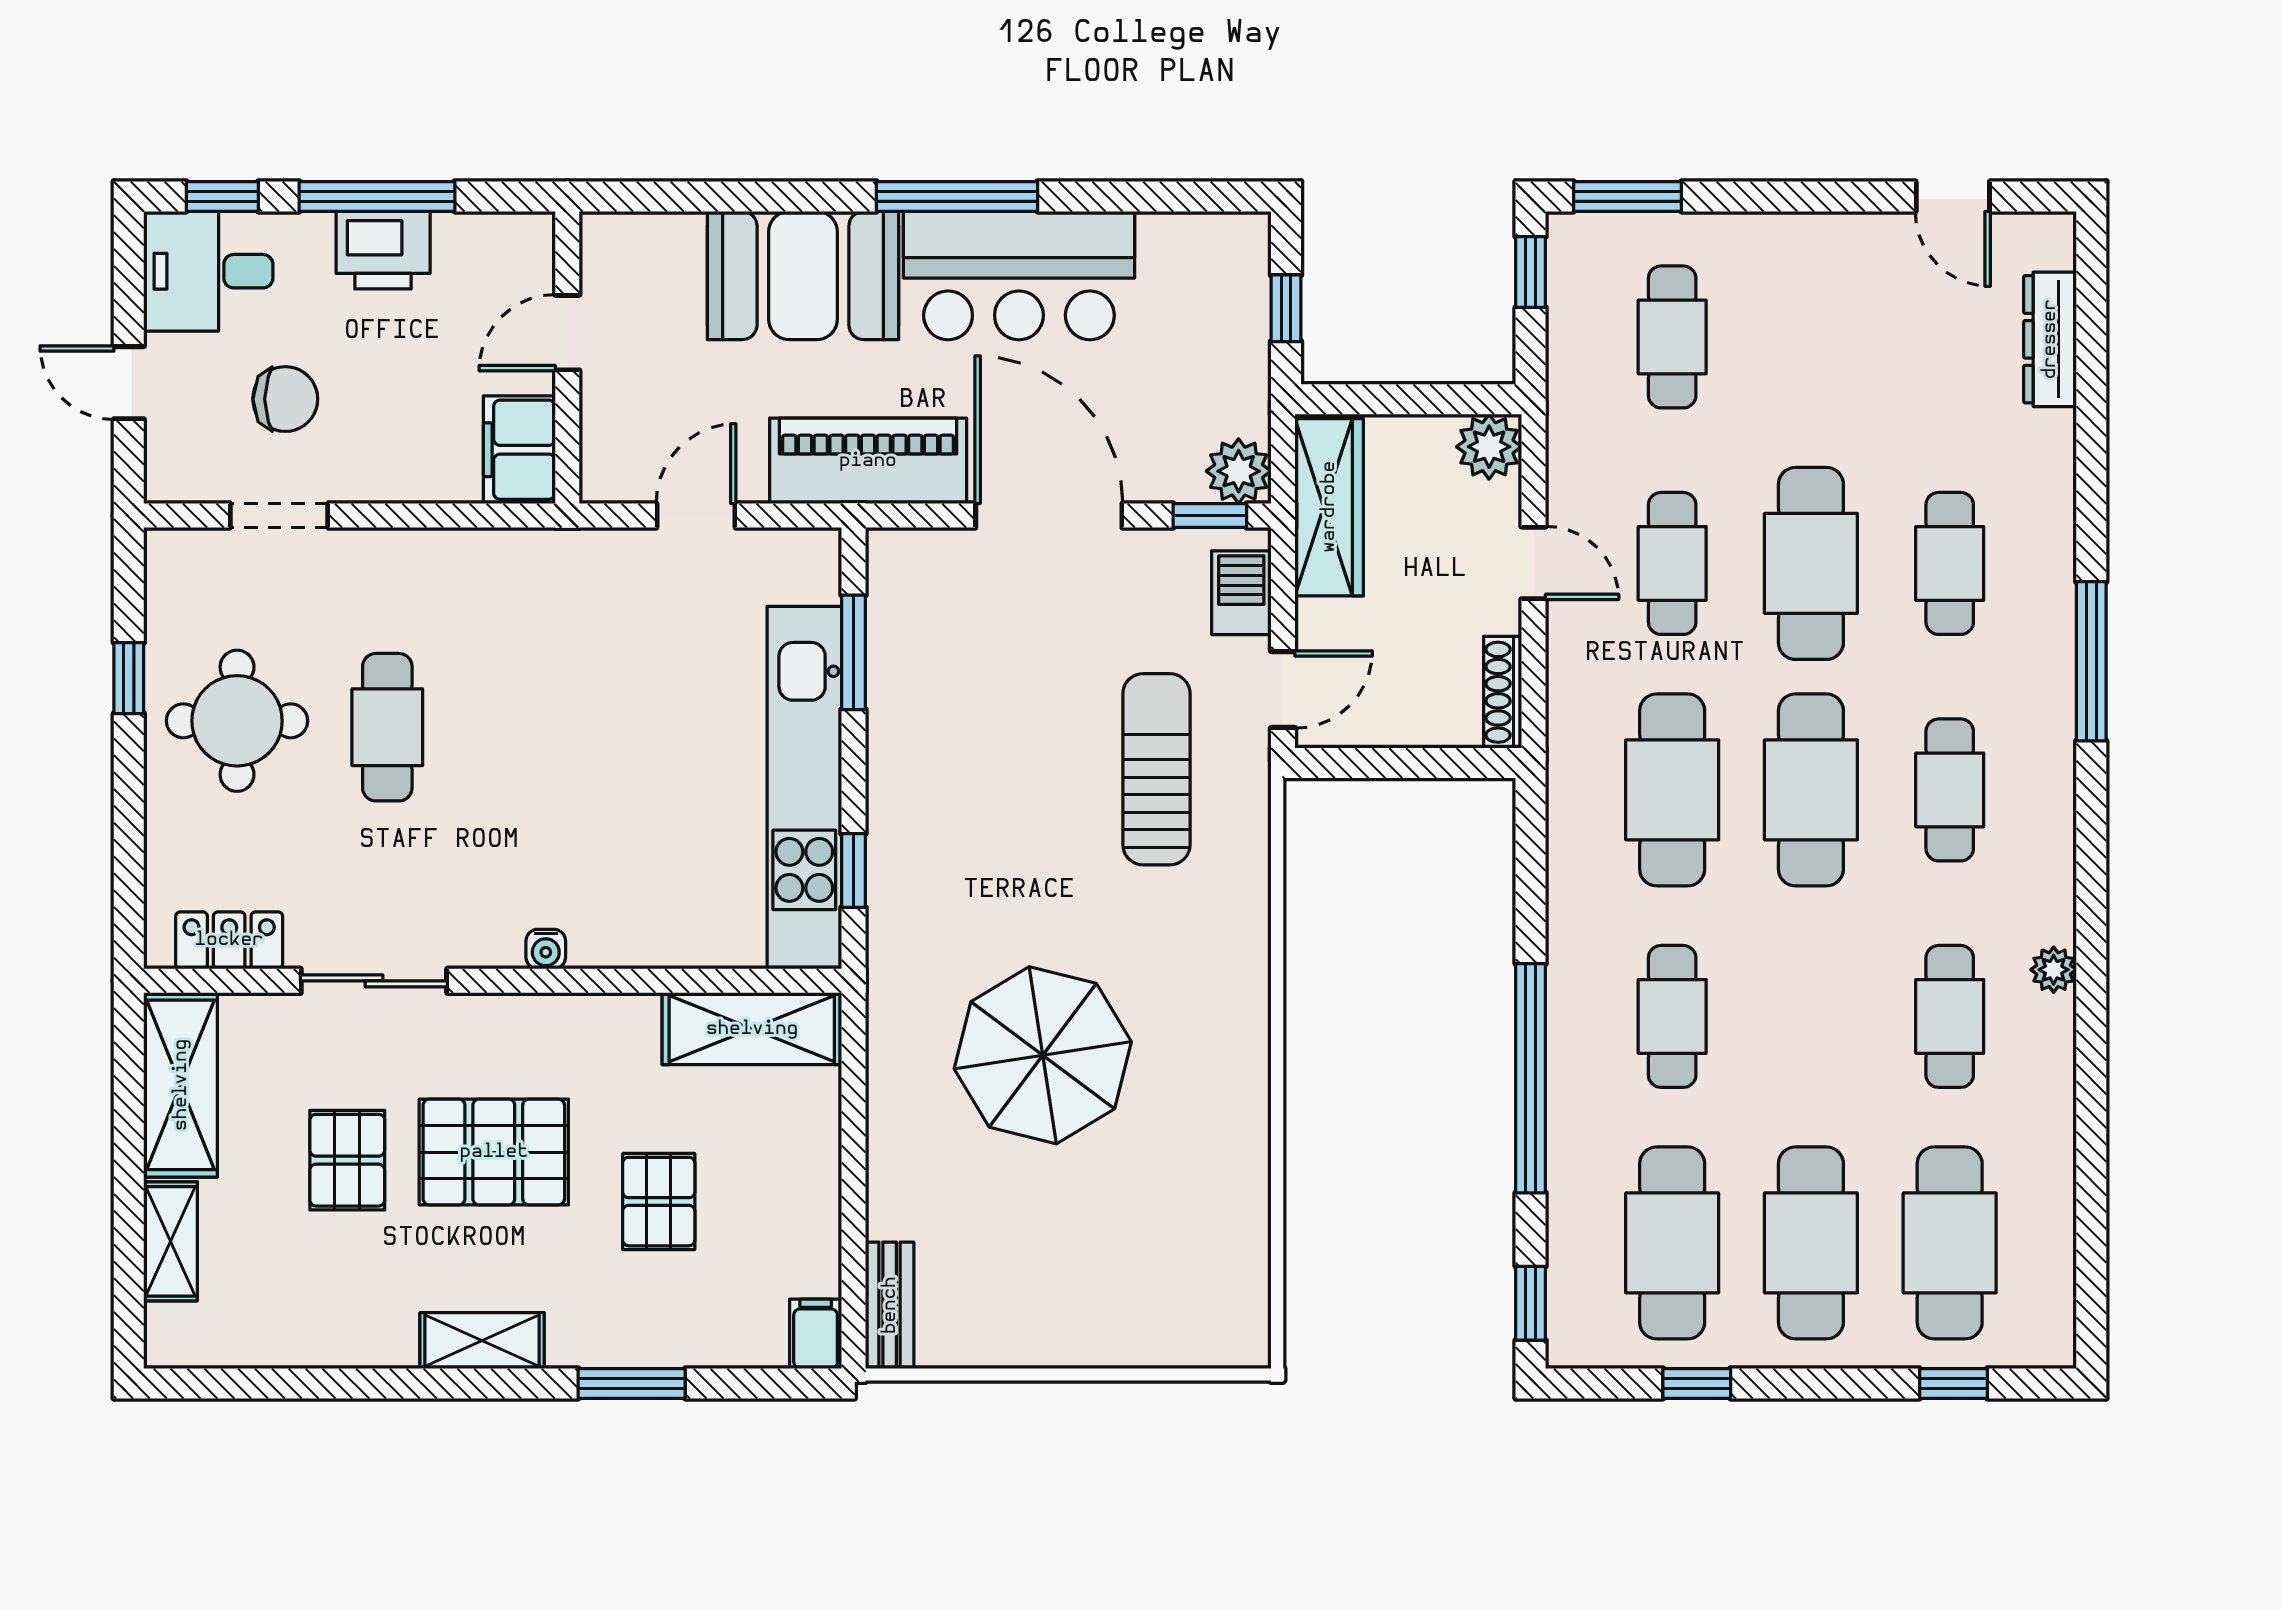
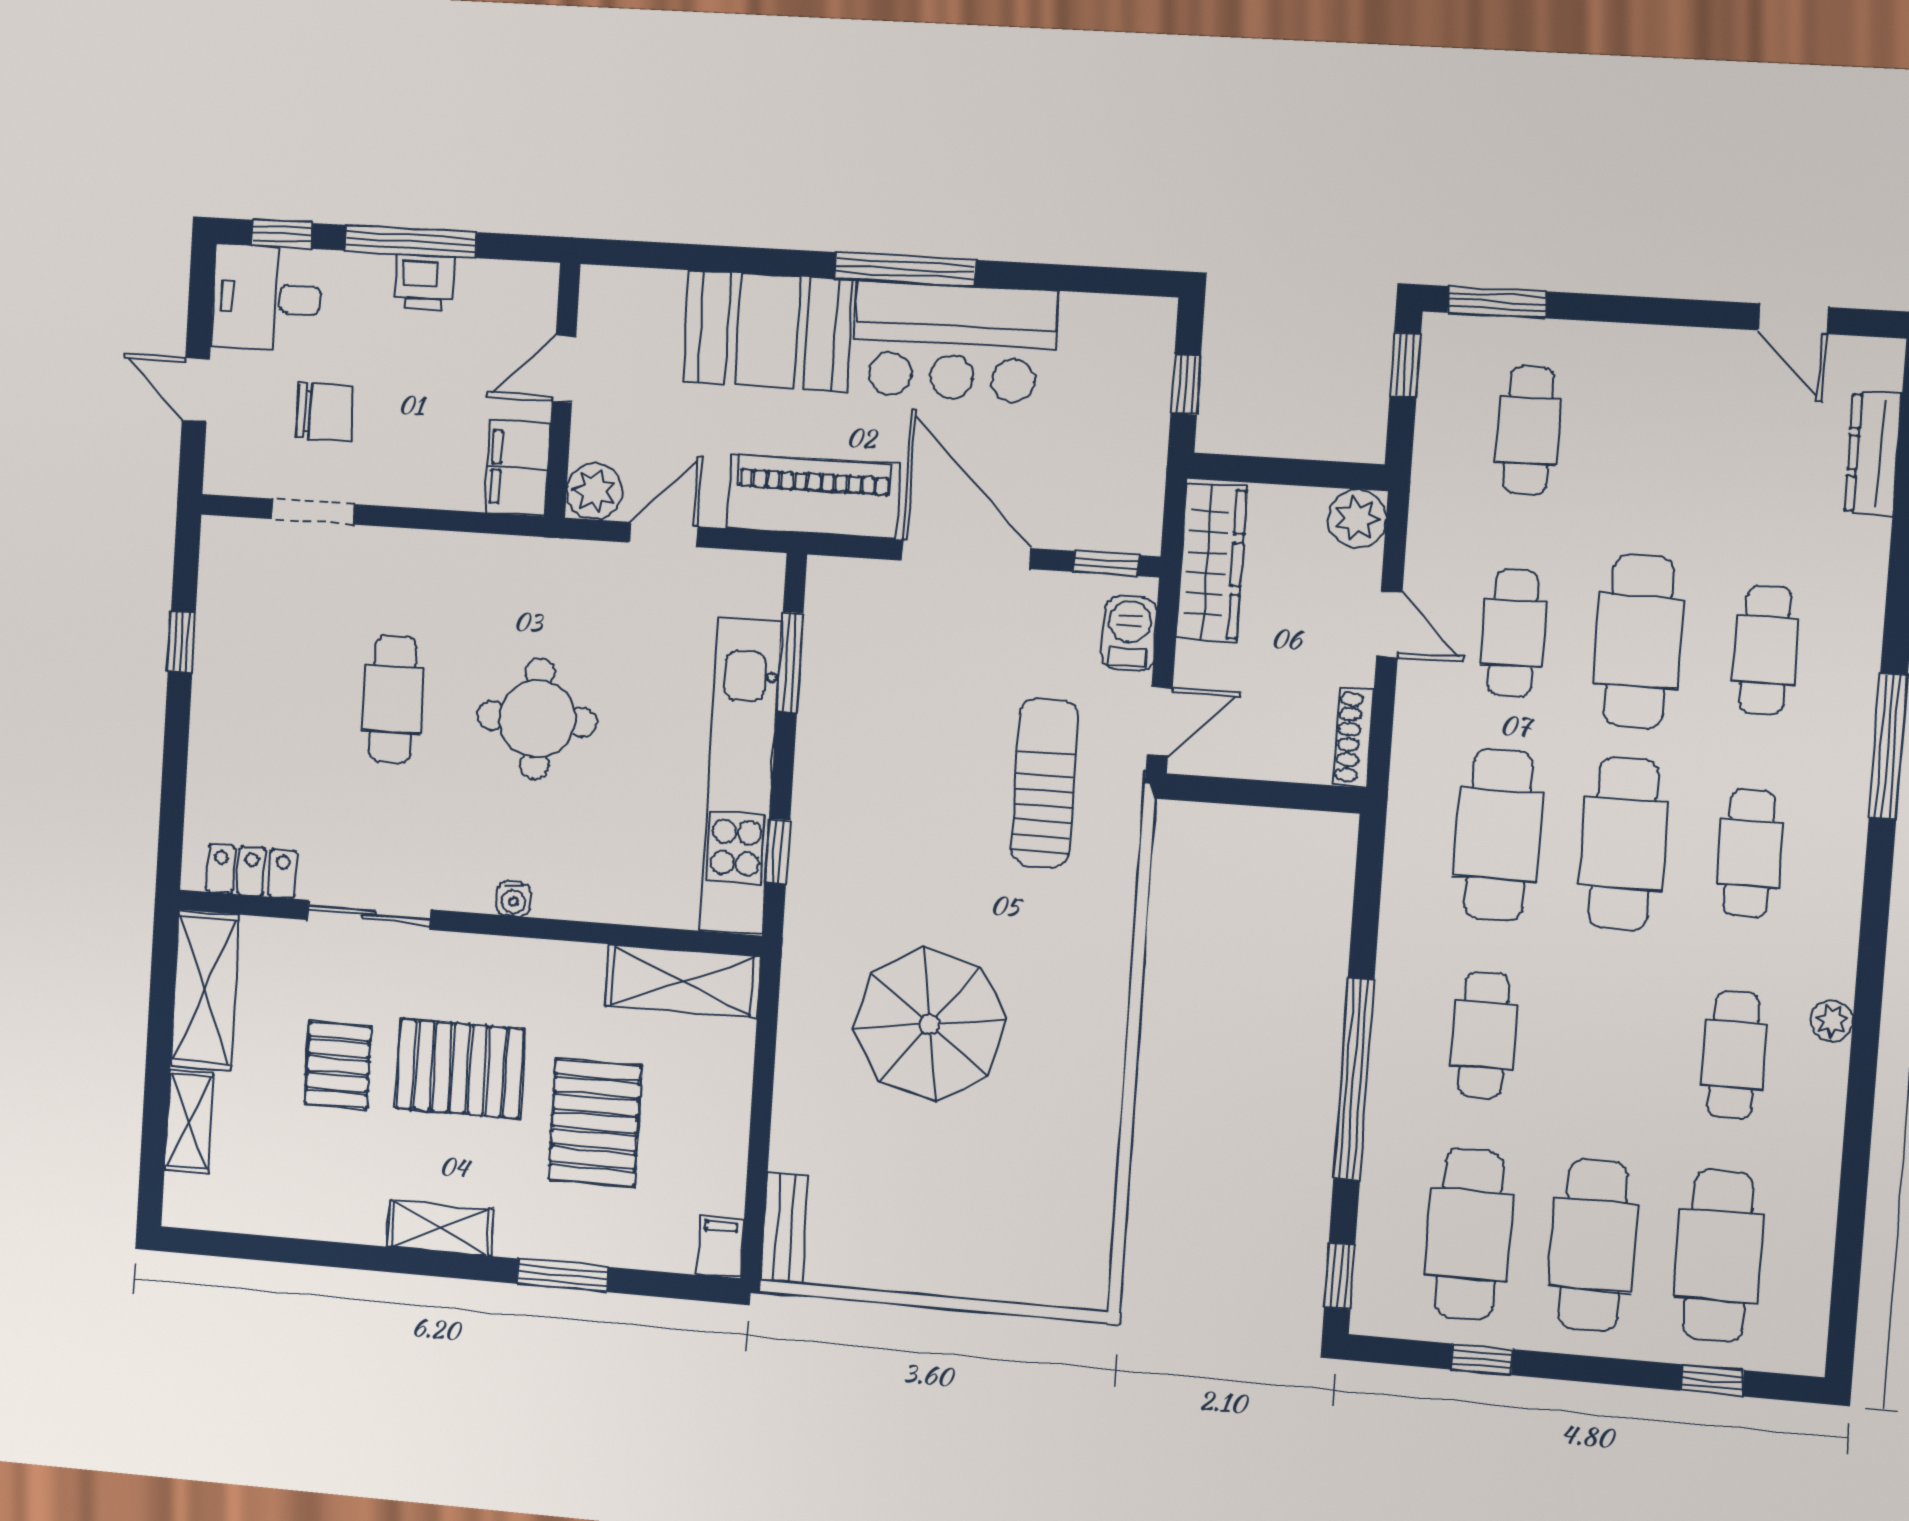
printer: (383, 250) -> (424, 282), width x0.73, depth x0.81
plant: (1239, 471) -> (594, 491), moved
round table: (237, 721) -> (537, 719), moved
pallet: (659, 1202) -> (595, 1123), width x1.50, depth x1.42

